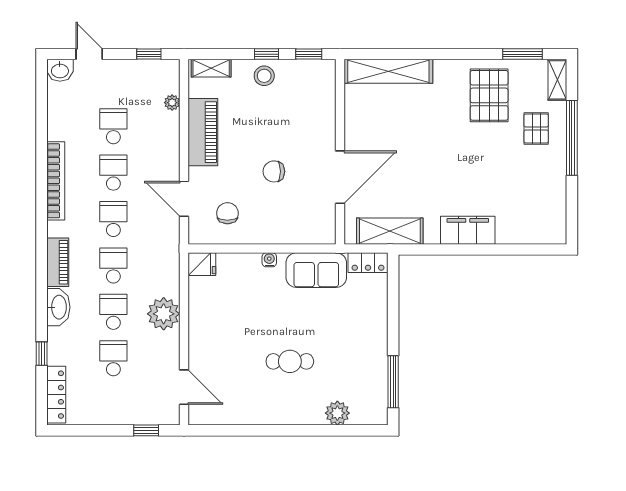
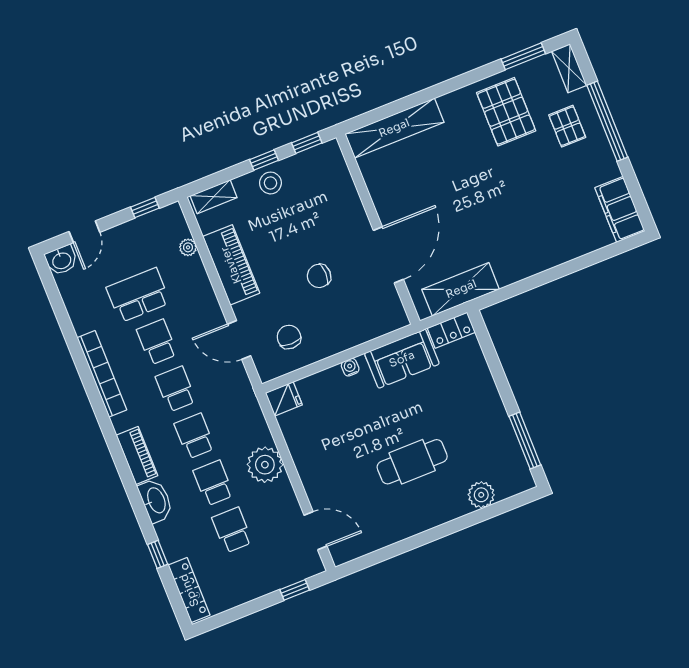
door: (89, 54) -> (84, 232), swing flipped
school desk: (113, 126) -> (138, 295), width x1.85
filing cabinet: (468, 230) -> (620, 209), moved, turned -90
cafe table: (290, 361) -> (412, 462), width x1.37, depth x1.35

